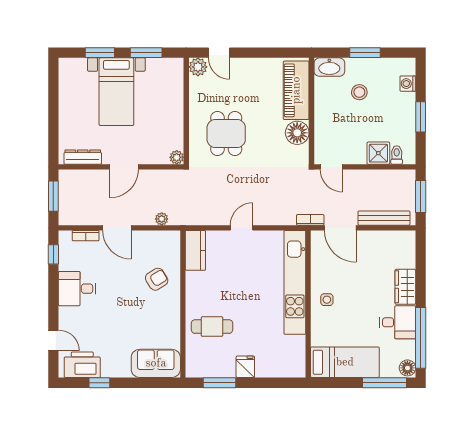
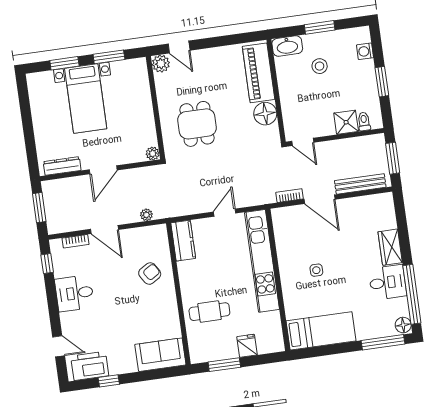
kitchen unit: (295, 282) -> (262, 261), moved
wall: (308, 304) -> (278, 280), moved
bed: (345, 362) -> (321, 331), moved

